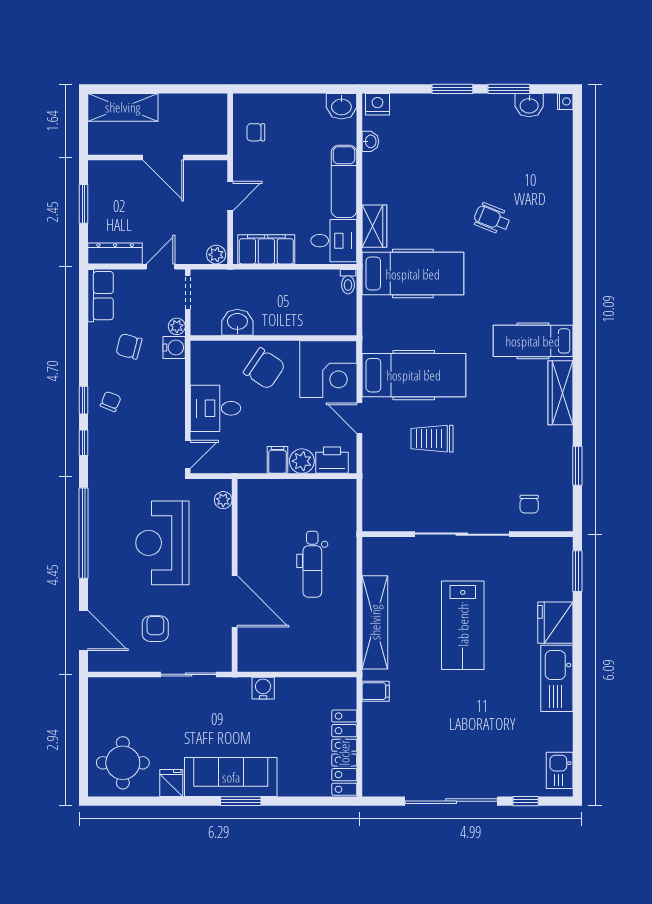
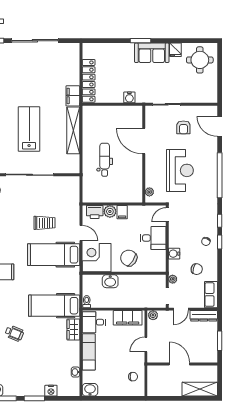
nightstand: (377, 104) -> (51, 391), moved
washbasin: (237, 322) -> (110, 281), moved
water cooler: (174, 348) -> (174, 254), moved
filing cabinet: (376, 691) -> (73, 96), width x2.00
locker: (344, 753) -> (89, 81), moved
sofa: (231, 777) -> (152, 53), width x0.73

